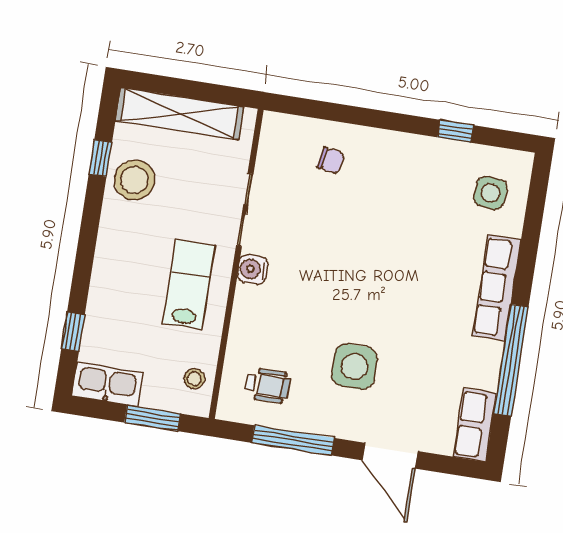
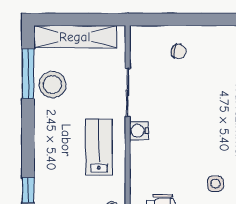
window: (100, 158) -> (28, 74), width x2.17
side table: (354, 367) -> (215, 184), width x0.54, depth x0.54

